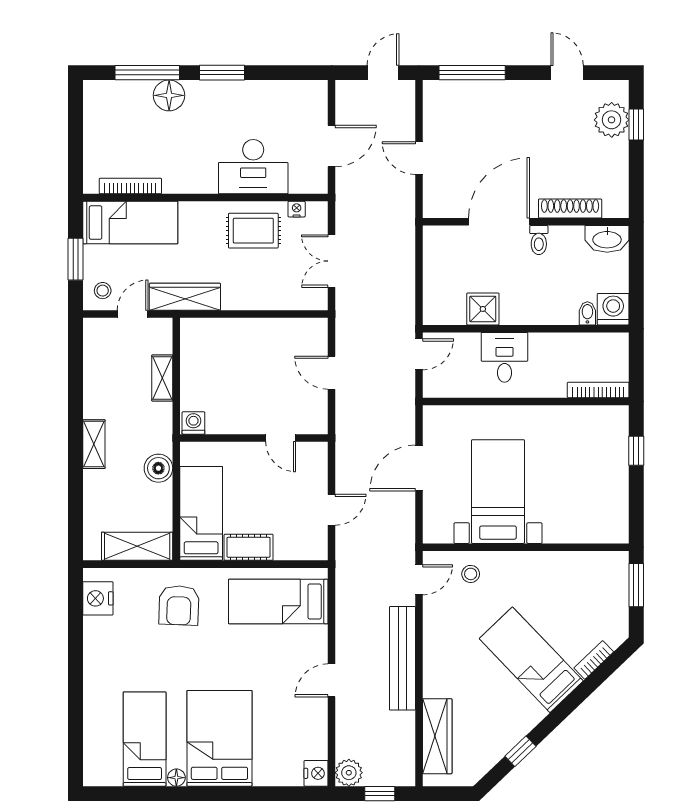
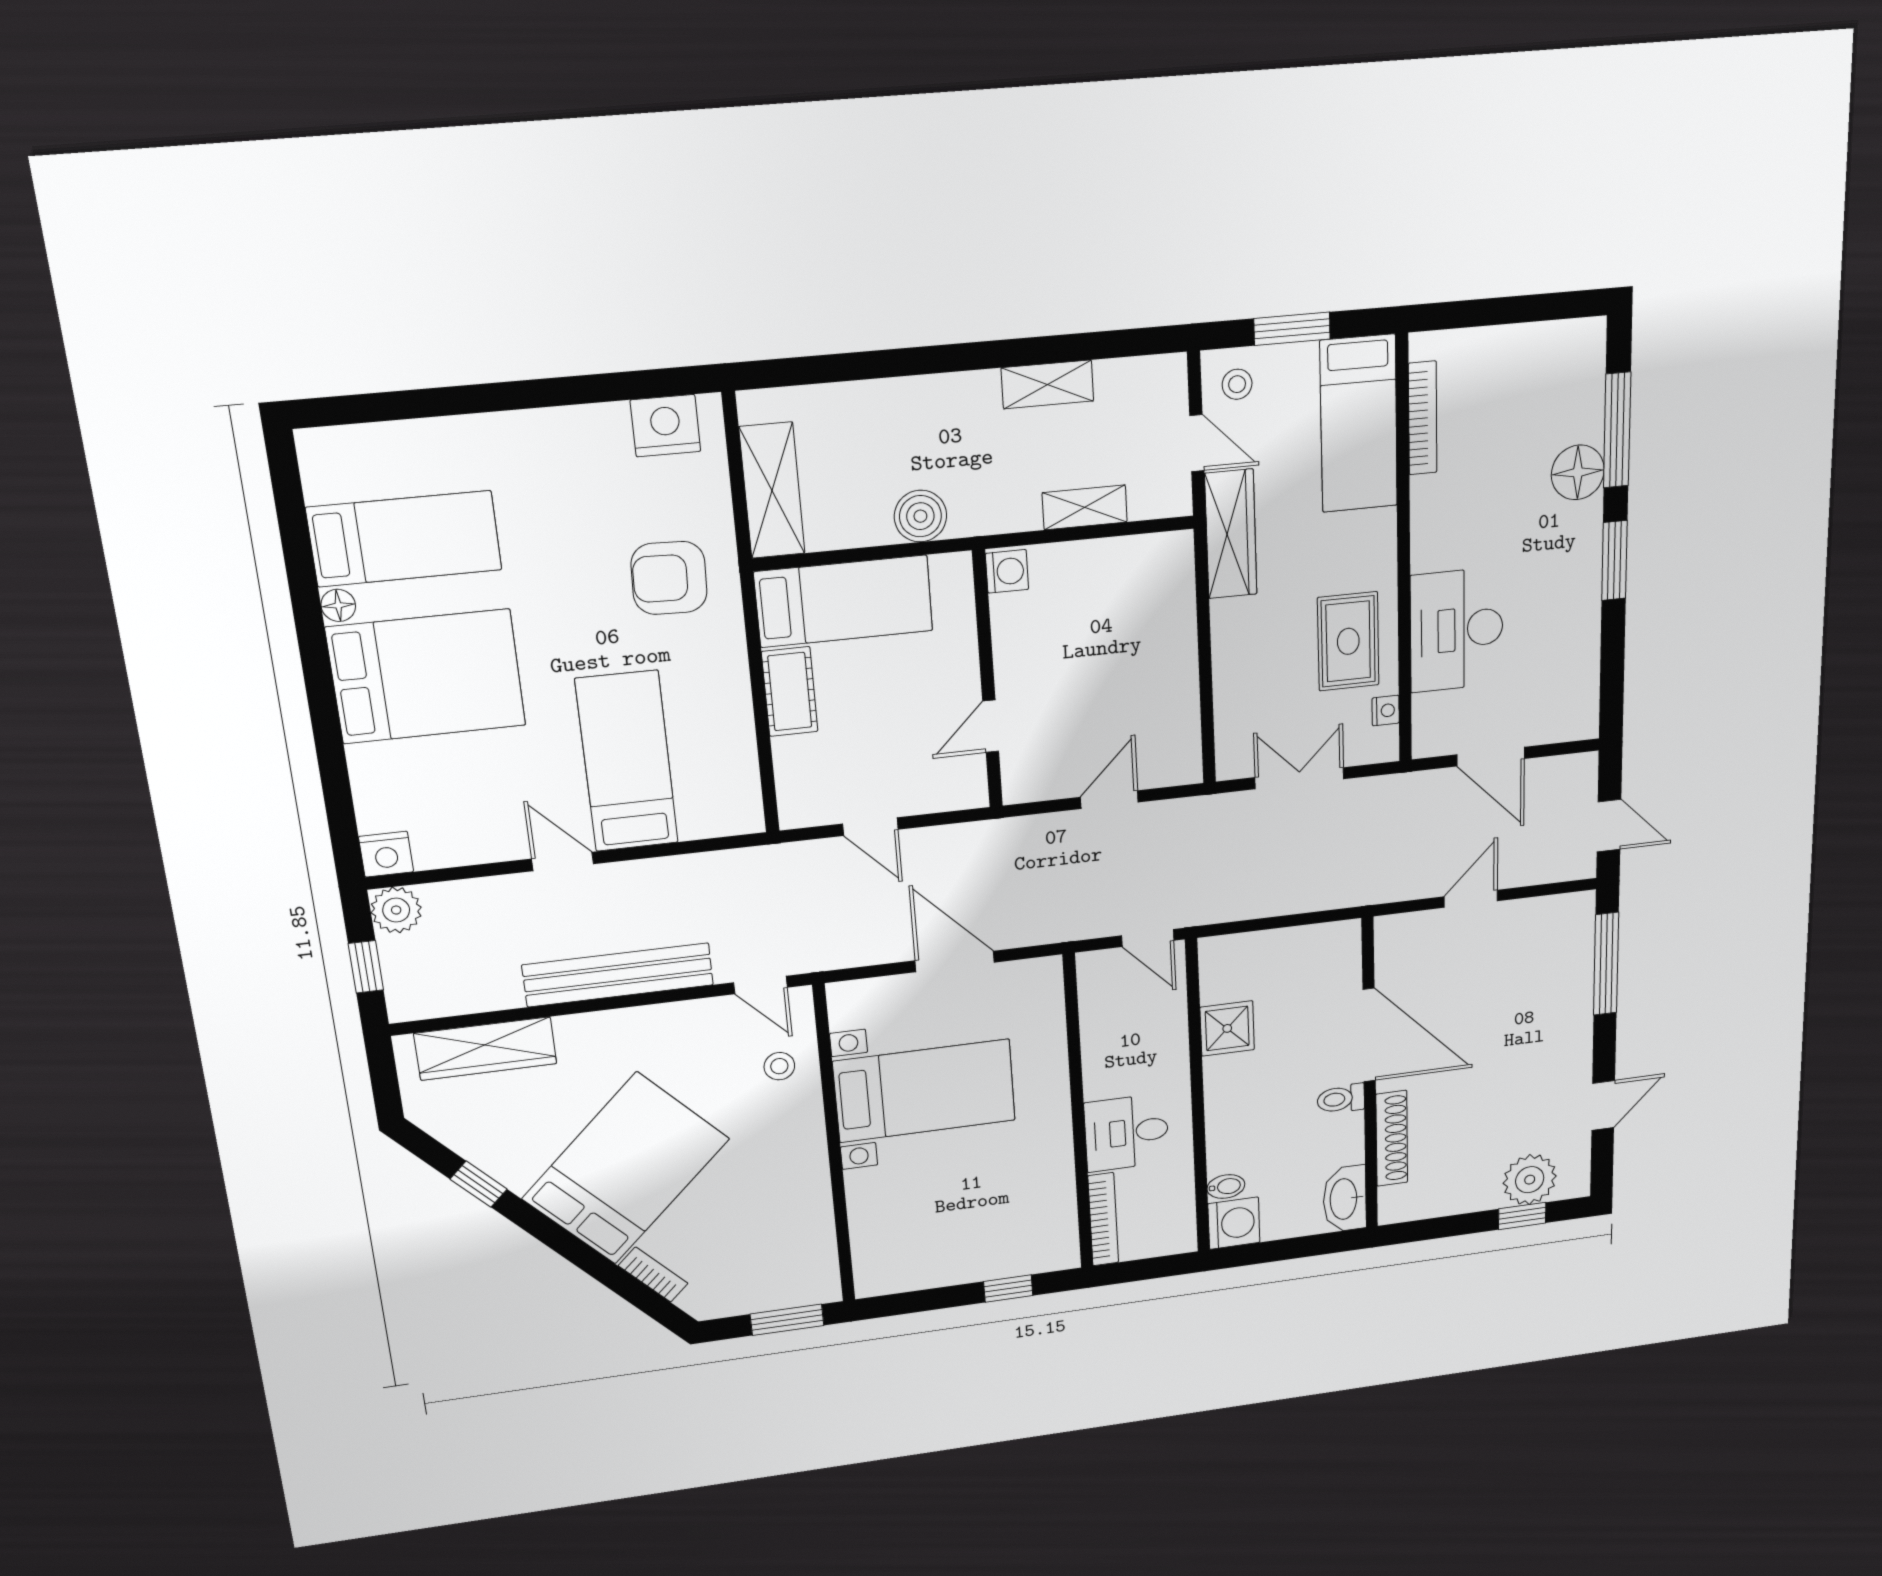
desk: (504, 357) -> (1127, 1133), moved, turned 180
shelving: (94, 444) -> (1047, 384), moved
bed: (278, 602) -> (627, 761), moved
bed: (531, 660) -> (626, 1169), width x1.50

